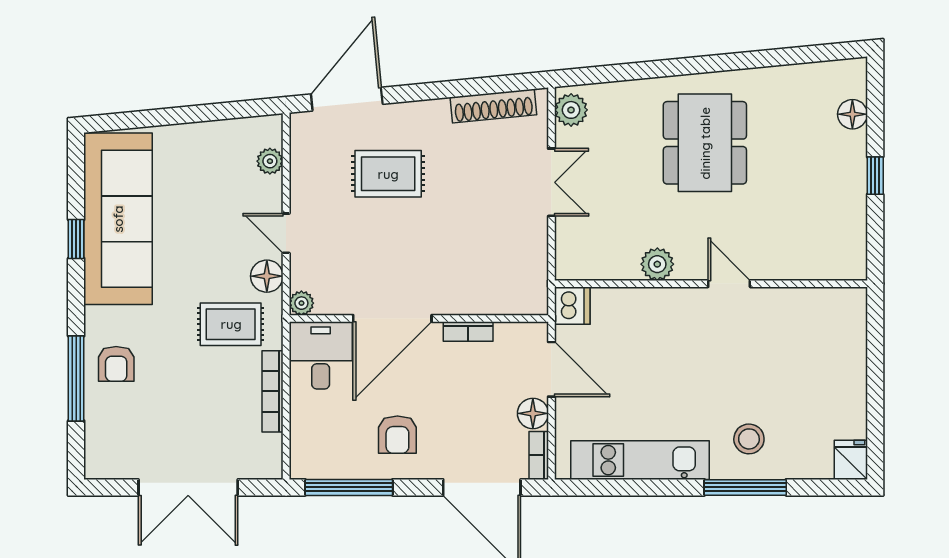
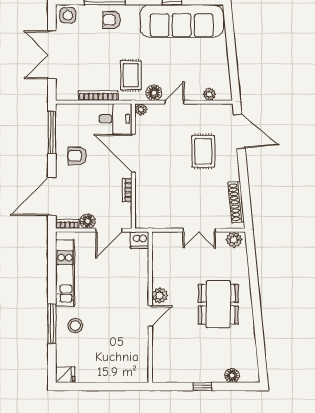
dining table: (705, 143) -> (218, 304), turned 90
plant: (657, 264) -> (160, 295), moved
side table: (106, 454) -> (68, 15), added

